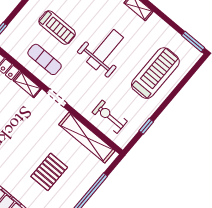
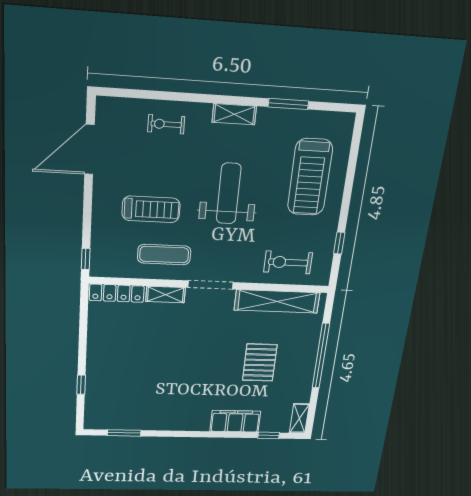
window: (193, 42) -> (288, 104), moved
treadmill: (155, 73) -> (310, 177), turned 180
doorway: (57, 98) -> (210, 285), width x1.38

